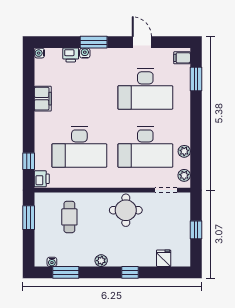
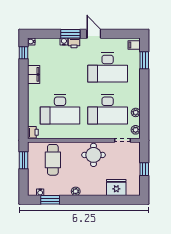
door: (142, 42) -> (94, 34), moved
printer: (71, 55) -> (74, 43), moved
window: (29, 161) -> (23, 53), moved
cafe table: (69, 217) -> (53, 160), width x1.37, depth x1.35
fridge: (164, 258) -> (116, 188), width x1.88, depth x1.34
window: (130, 272) -> (97, 200), removed

